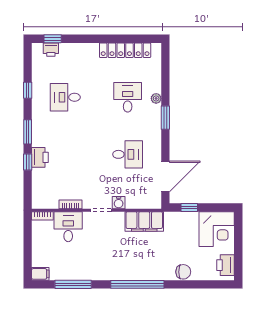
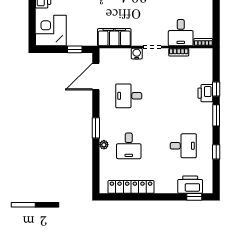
printer: (51, 50) -> (190, 185), width x1.87, depth x1.48

